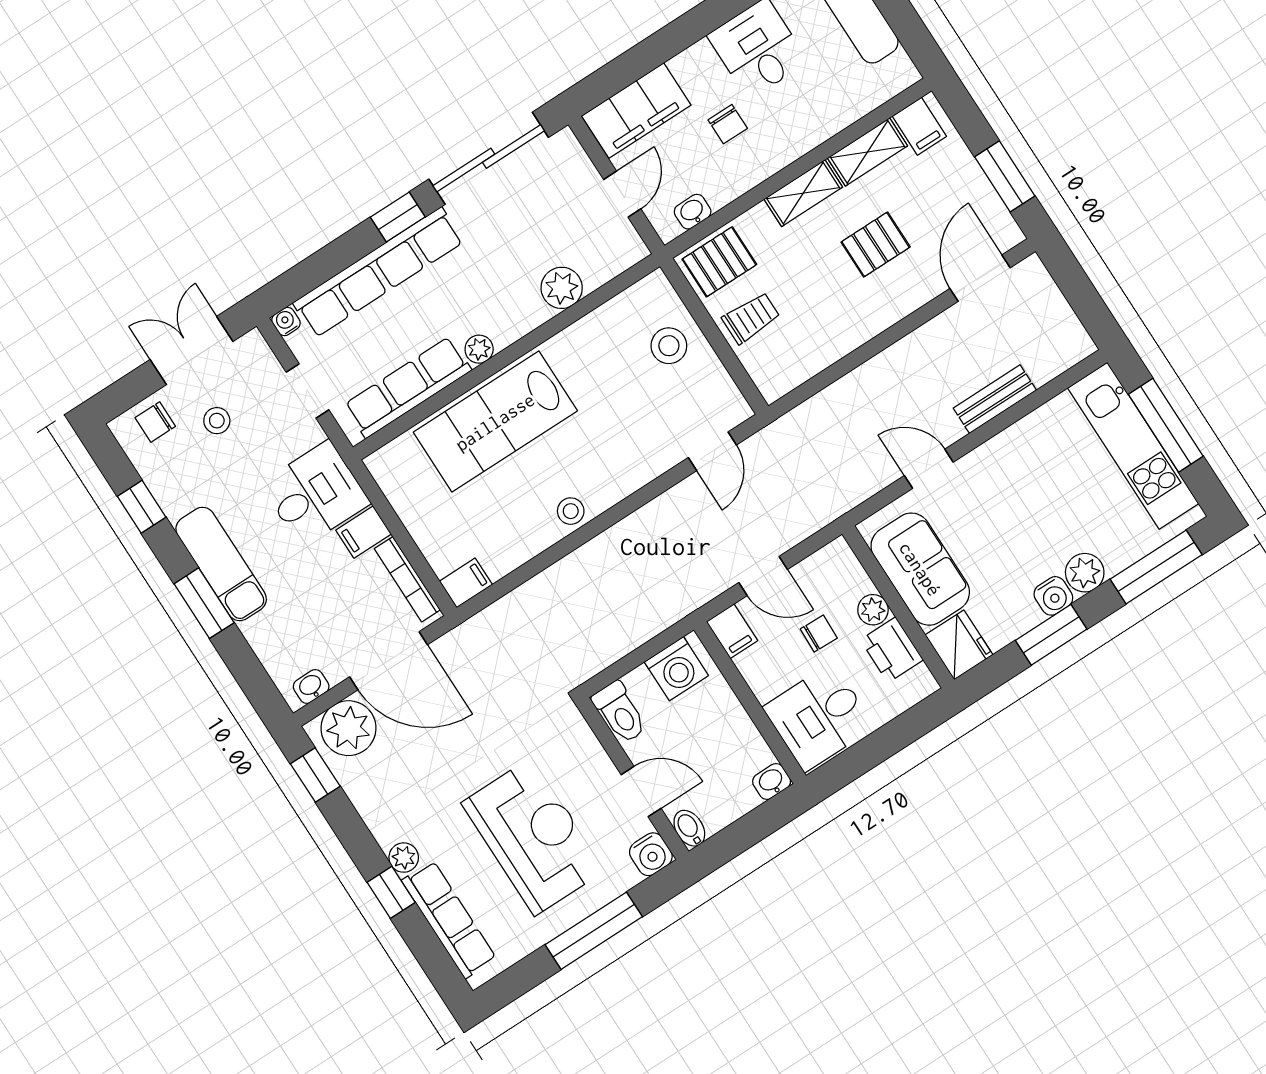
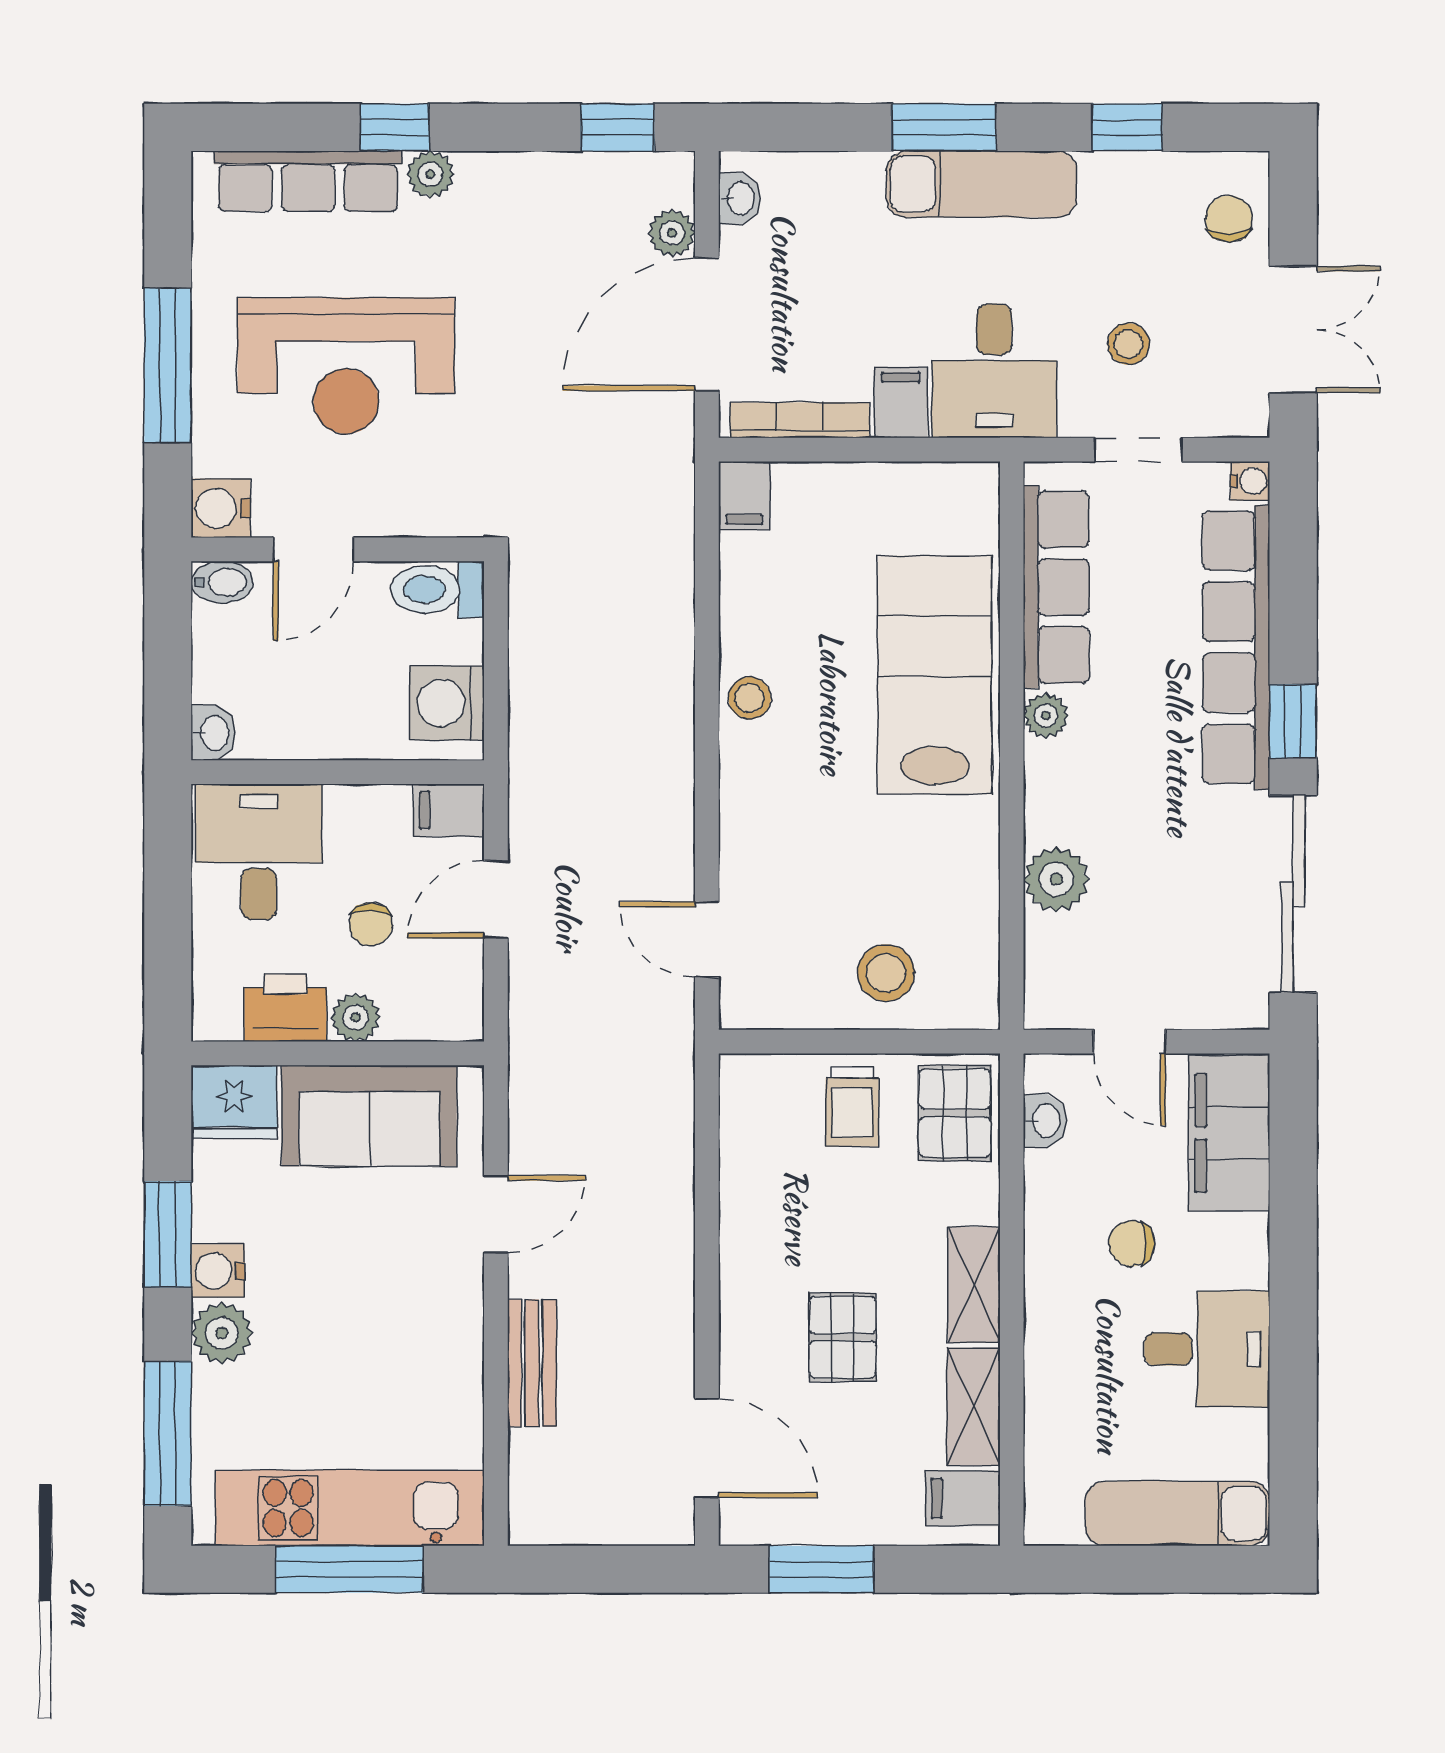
stool: (217, 421) -> (1128, 344), moved
plant: (348, 728) -> (672, 233), width x0.53, depth x0.53

